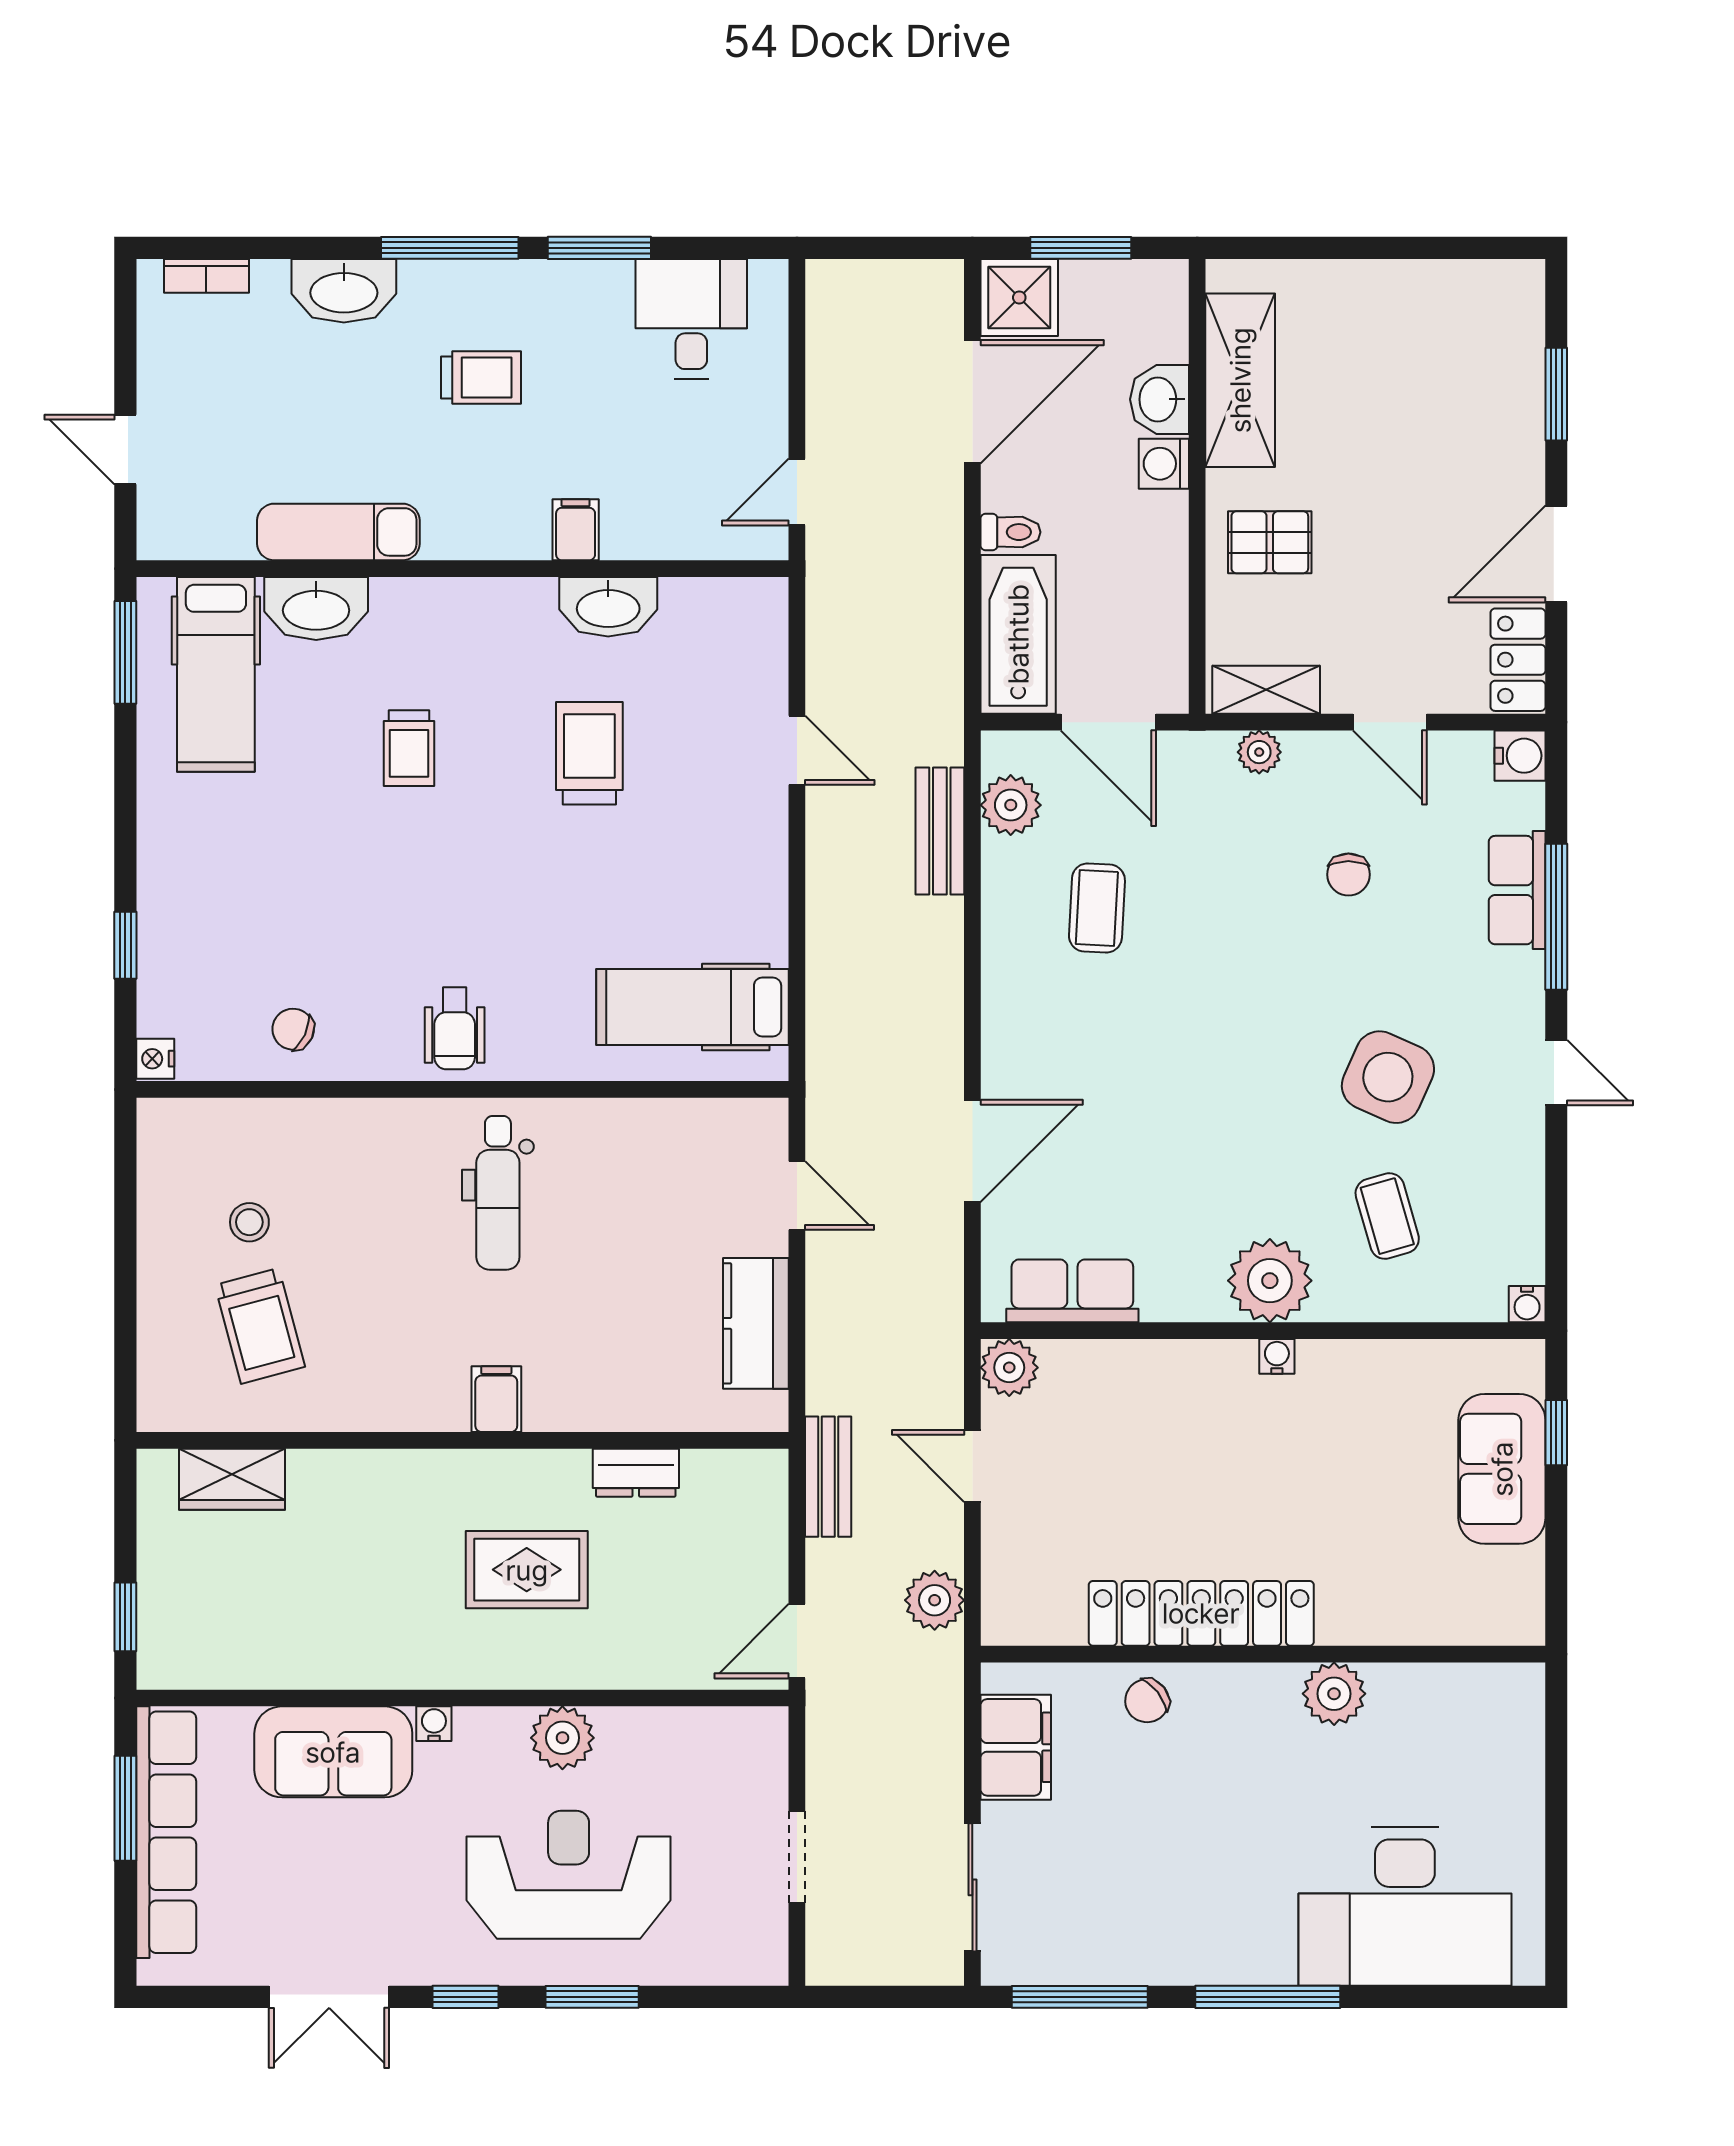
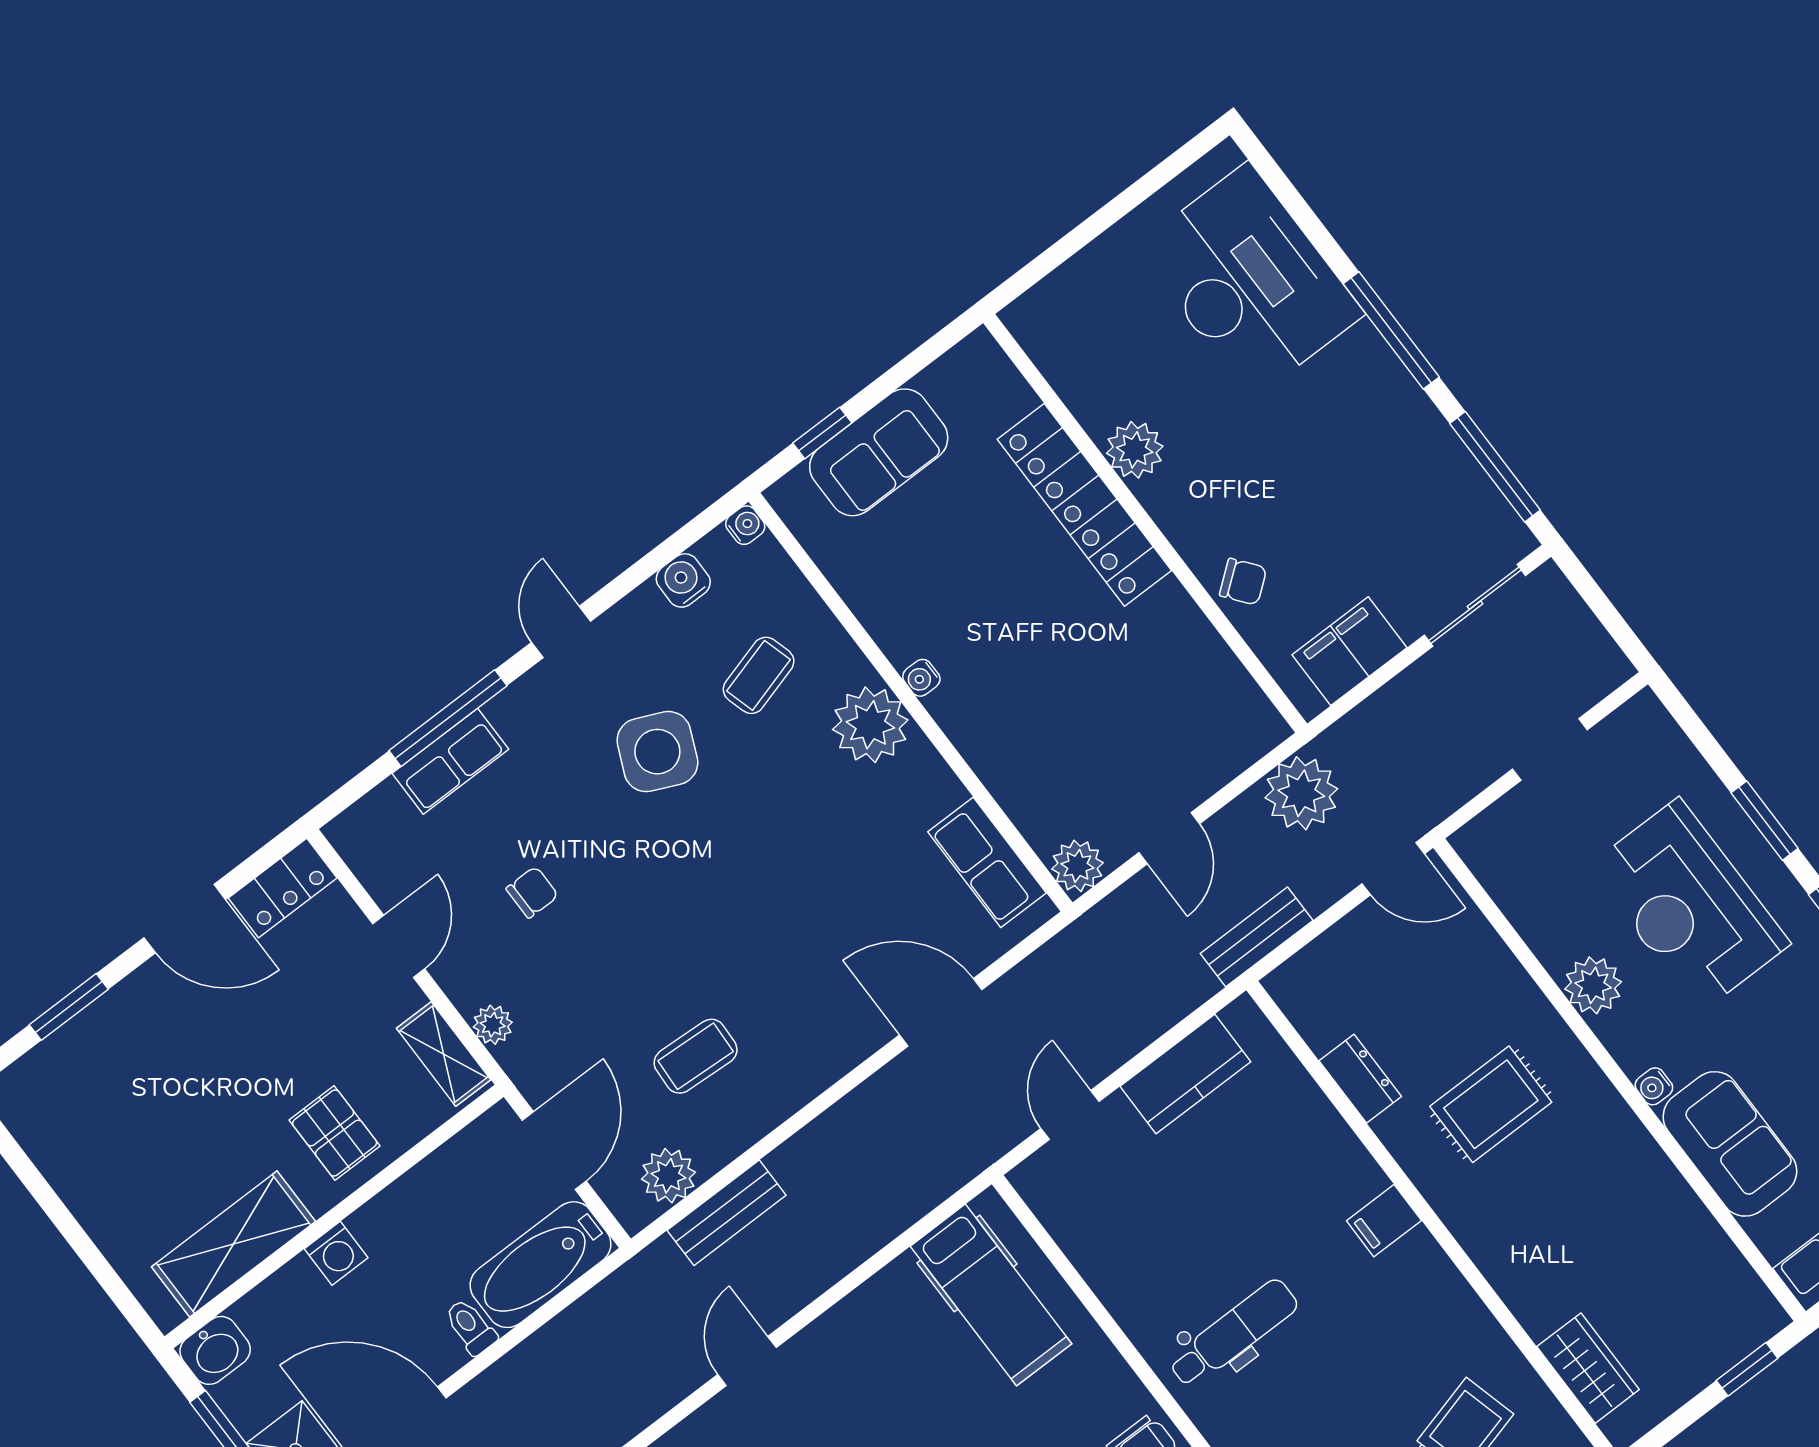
washbasin: (1160, 399) -> (215, 1350), moved
water cooler: (1520, 756) -> (683, 580), moved
rug: (527, 1570) -> (1491, 1104), turned 90
plant: (935, 1600) -> (1301, 793), width x1.36, depth x1.36
locker: (1201, 1613) -> (1084, 505), moved

